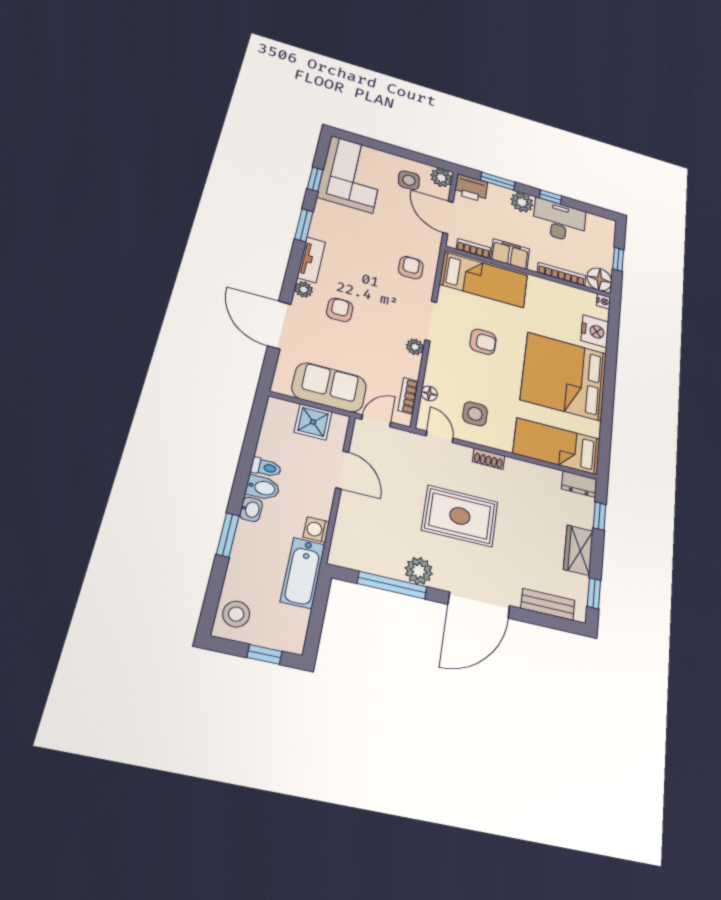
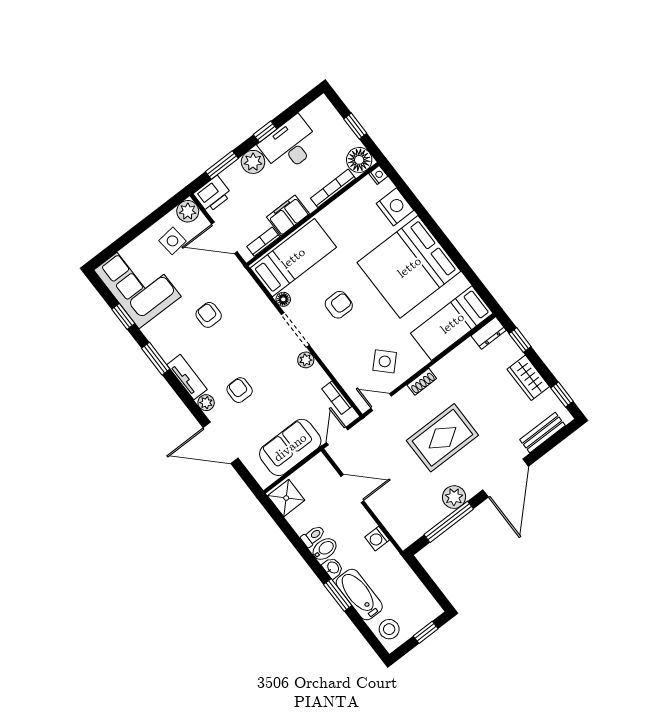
armchair: (411, 268) -> (209, 315), moved
floor lamp: (429, 393) -> (283, 299), moved
side table: (475, 414) -> (385, 361), turned 45
shower: (313, 422) -> (286, 498), moved
bathtub: (303, 573) -> (359, 595), moved, turned 180

